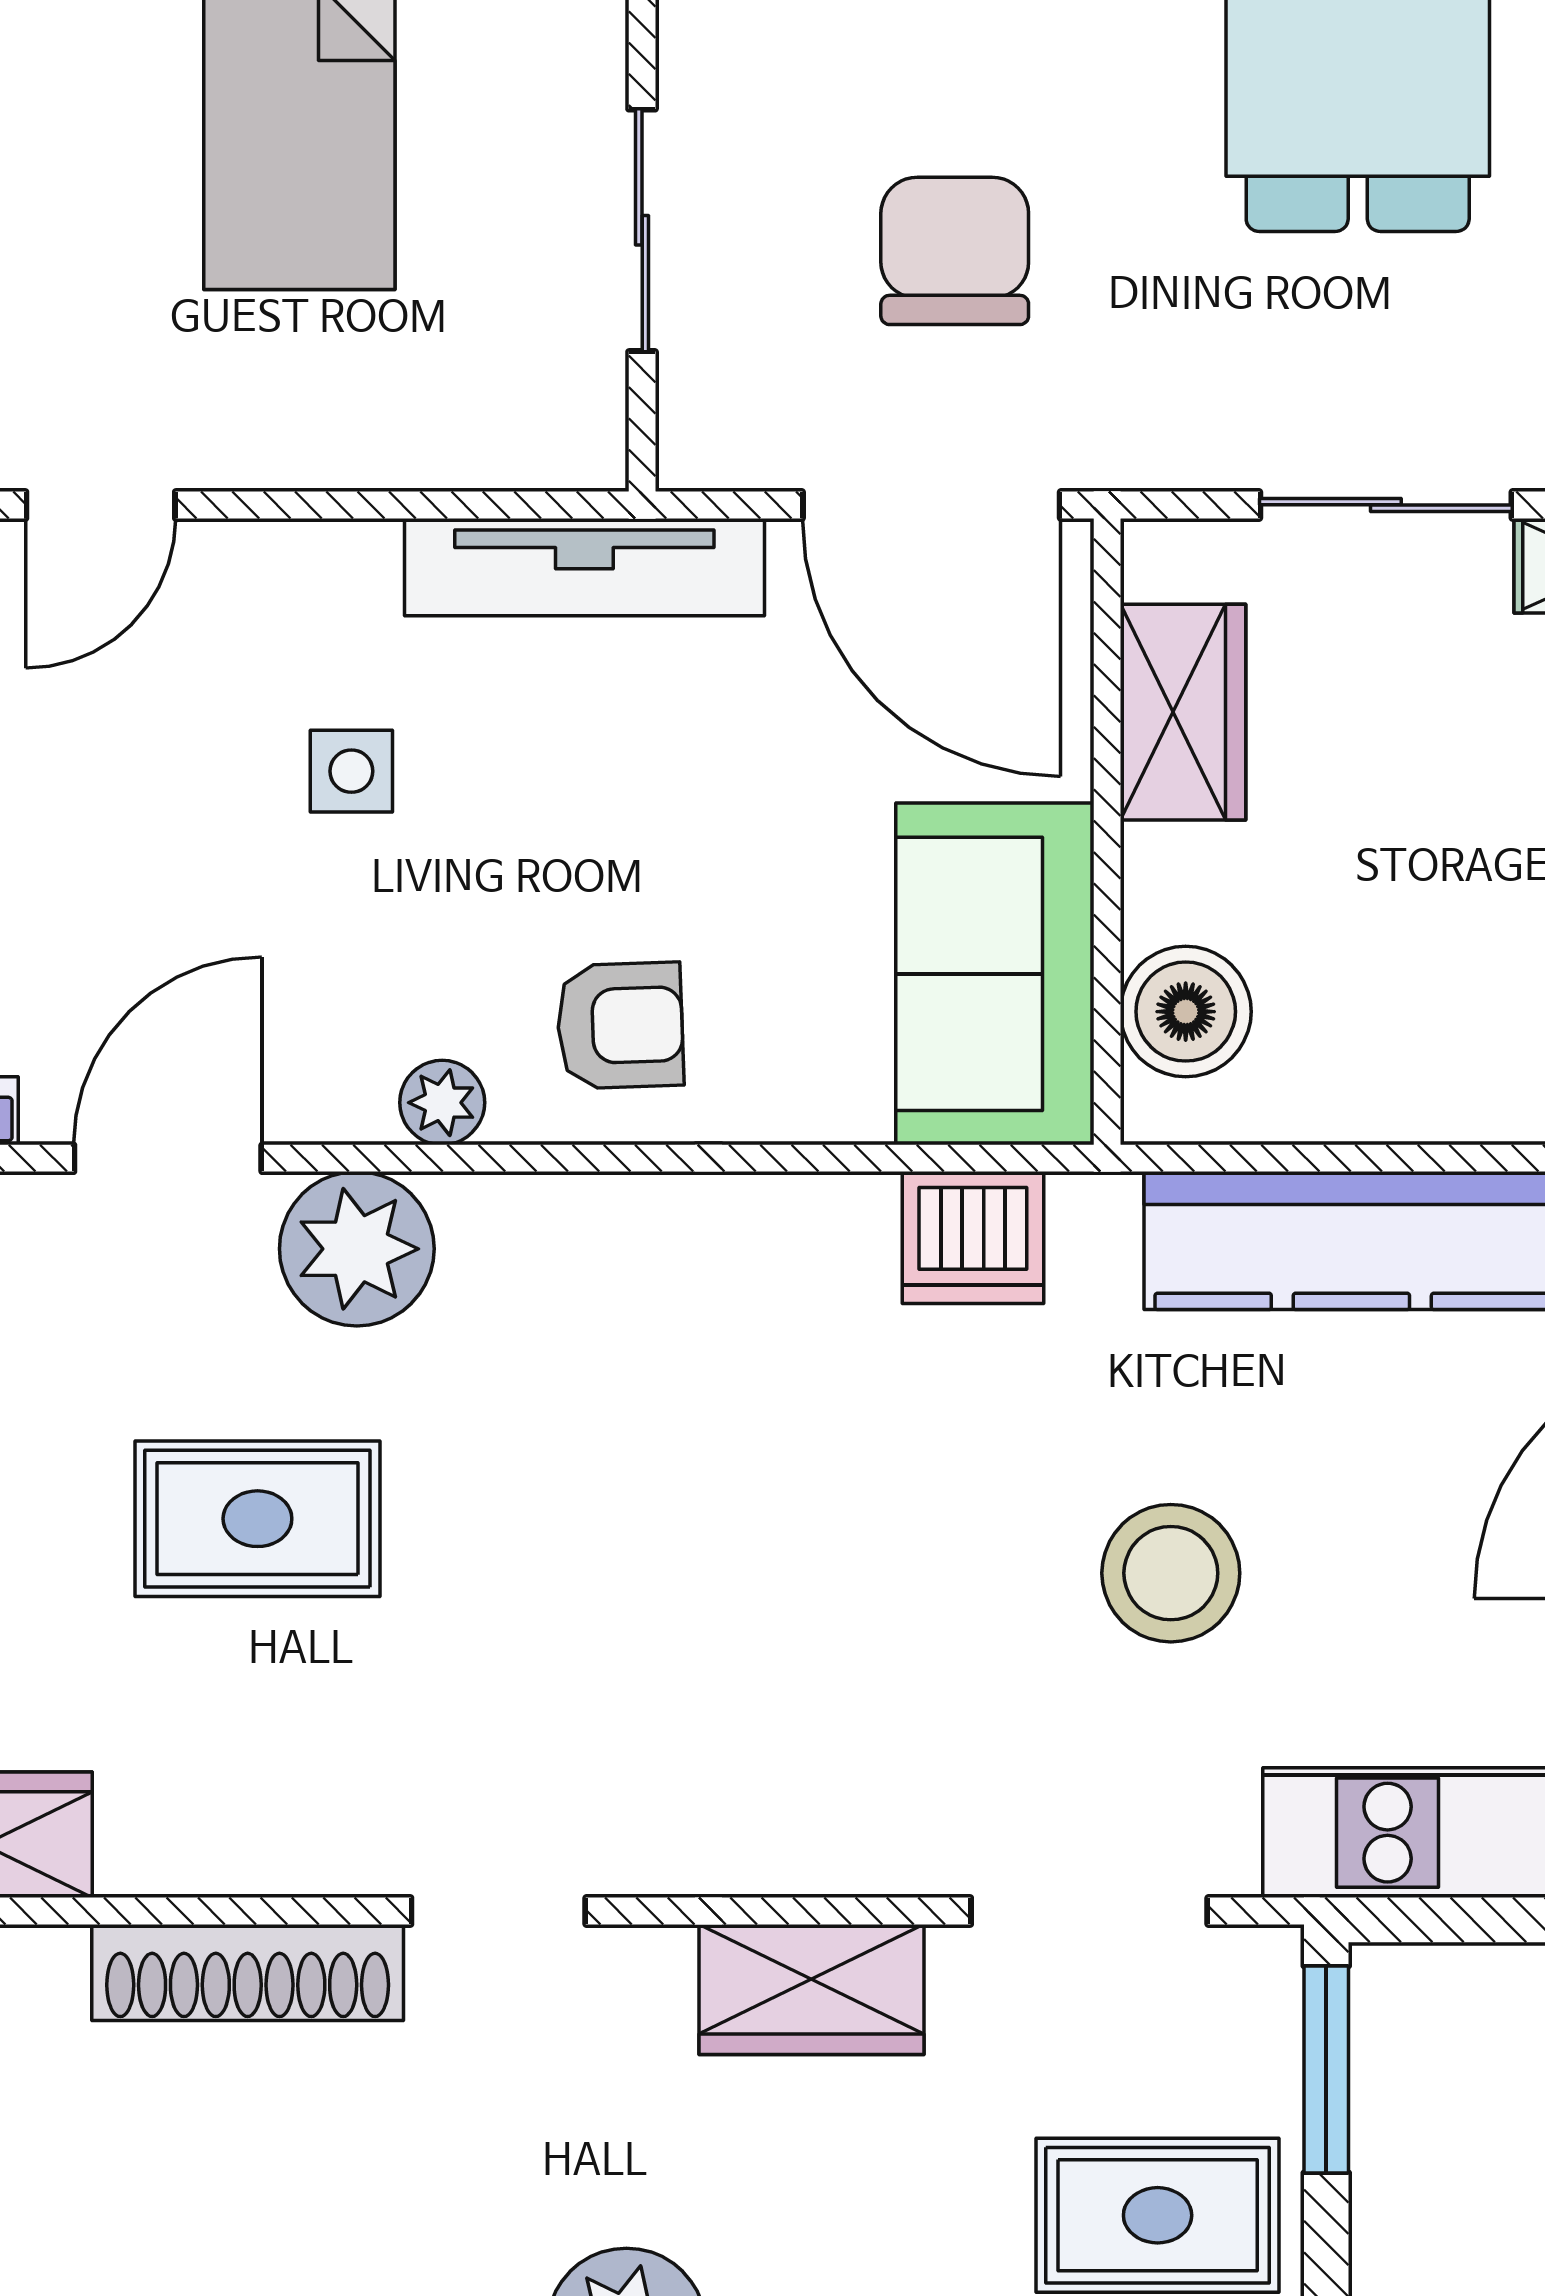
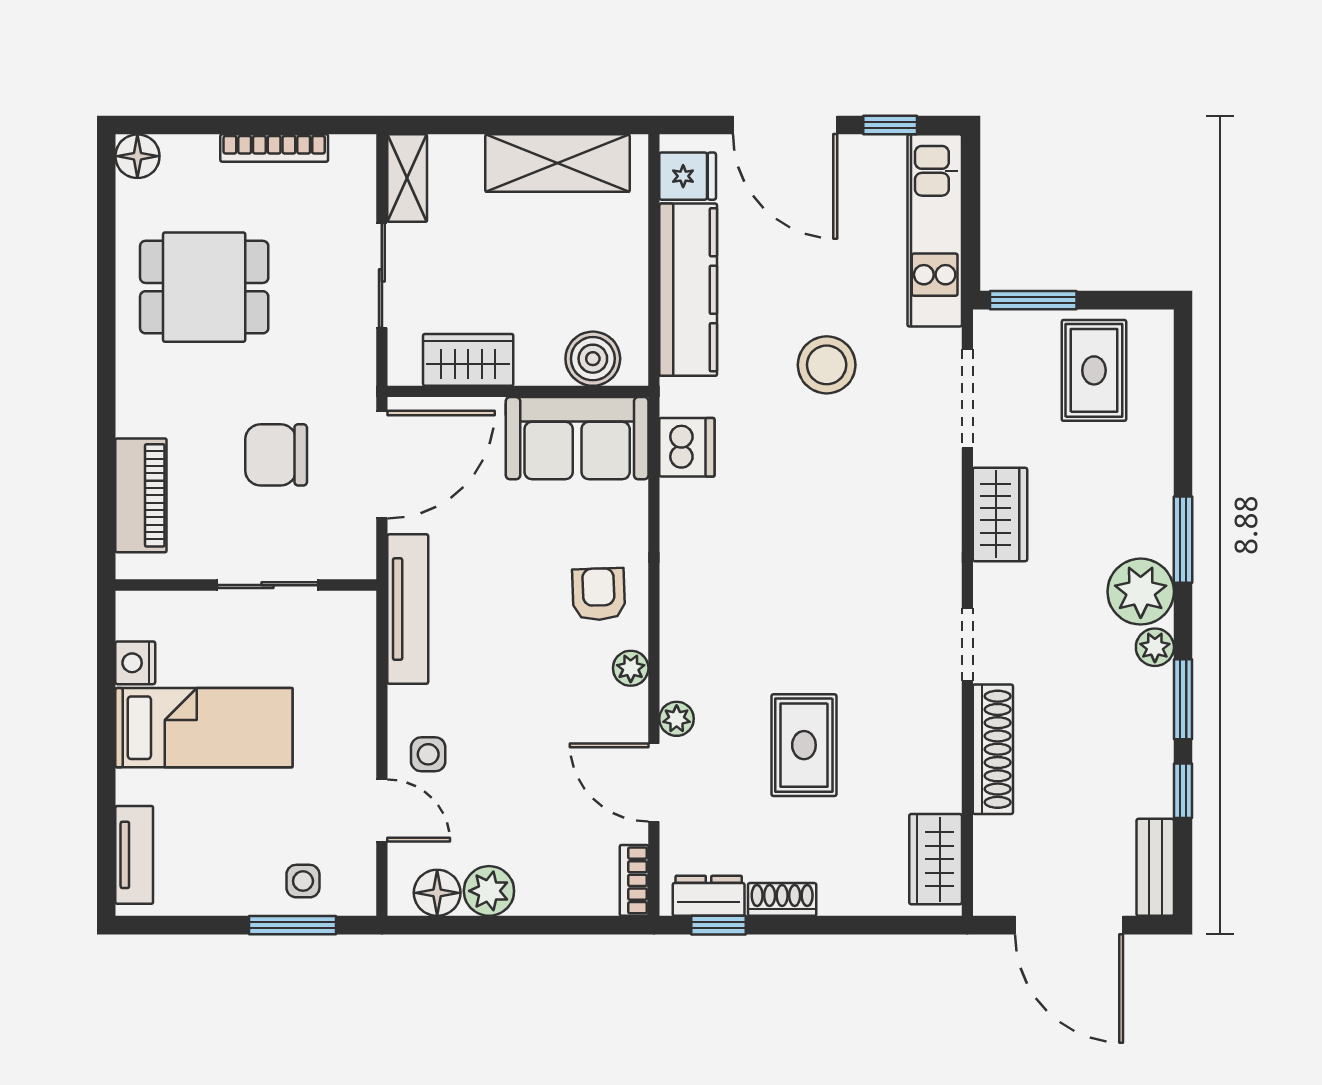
side table: (351, 771) -> (428, 754), moved
plant: (357, 1249) -> (677, 719), width x0.53, depth x0.53

